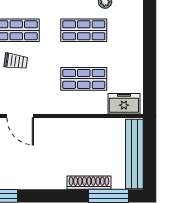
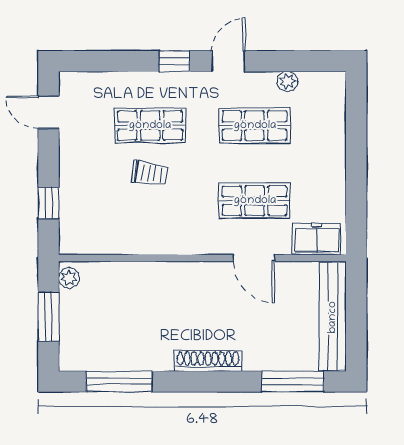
door: (20, 116) -> (254, 258), moved
shoe rack: (89, 183) -> (208, 361), moved

